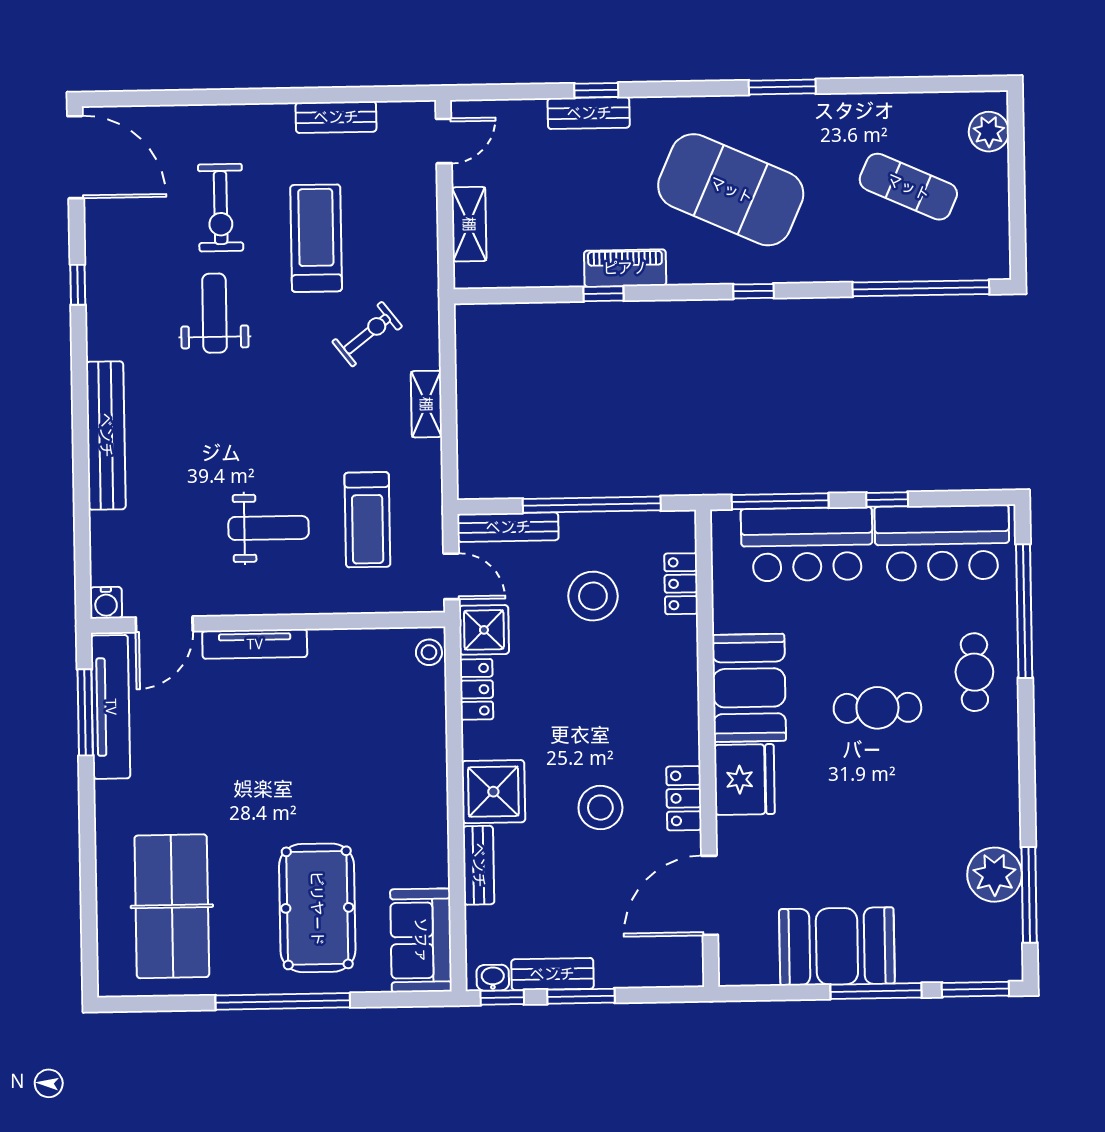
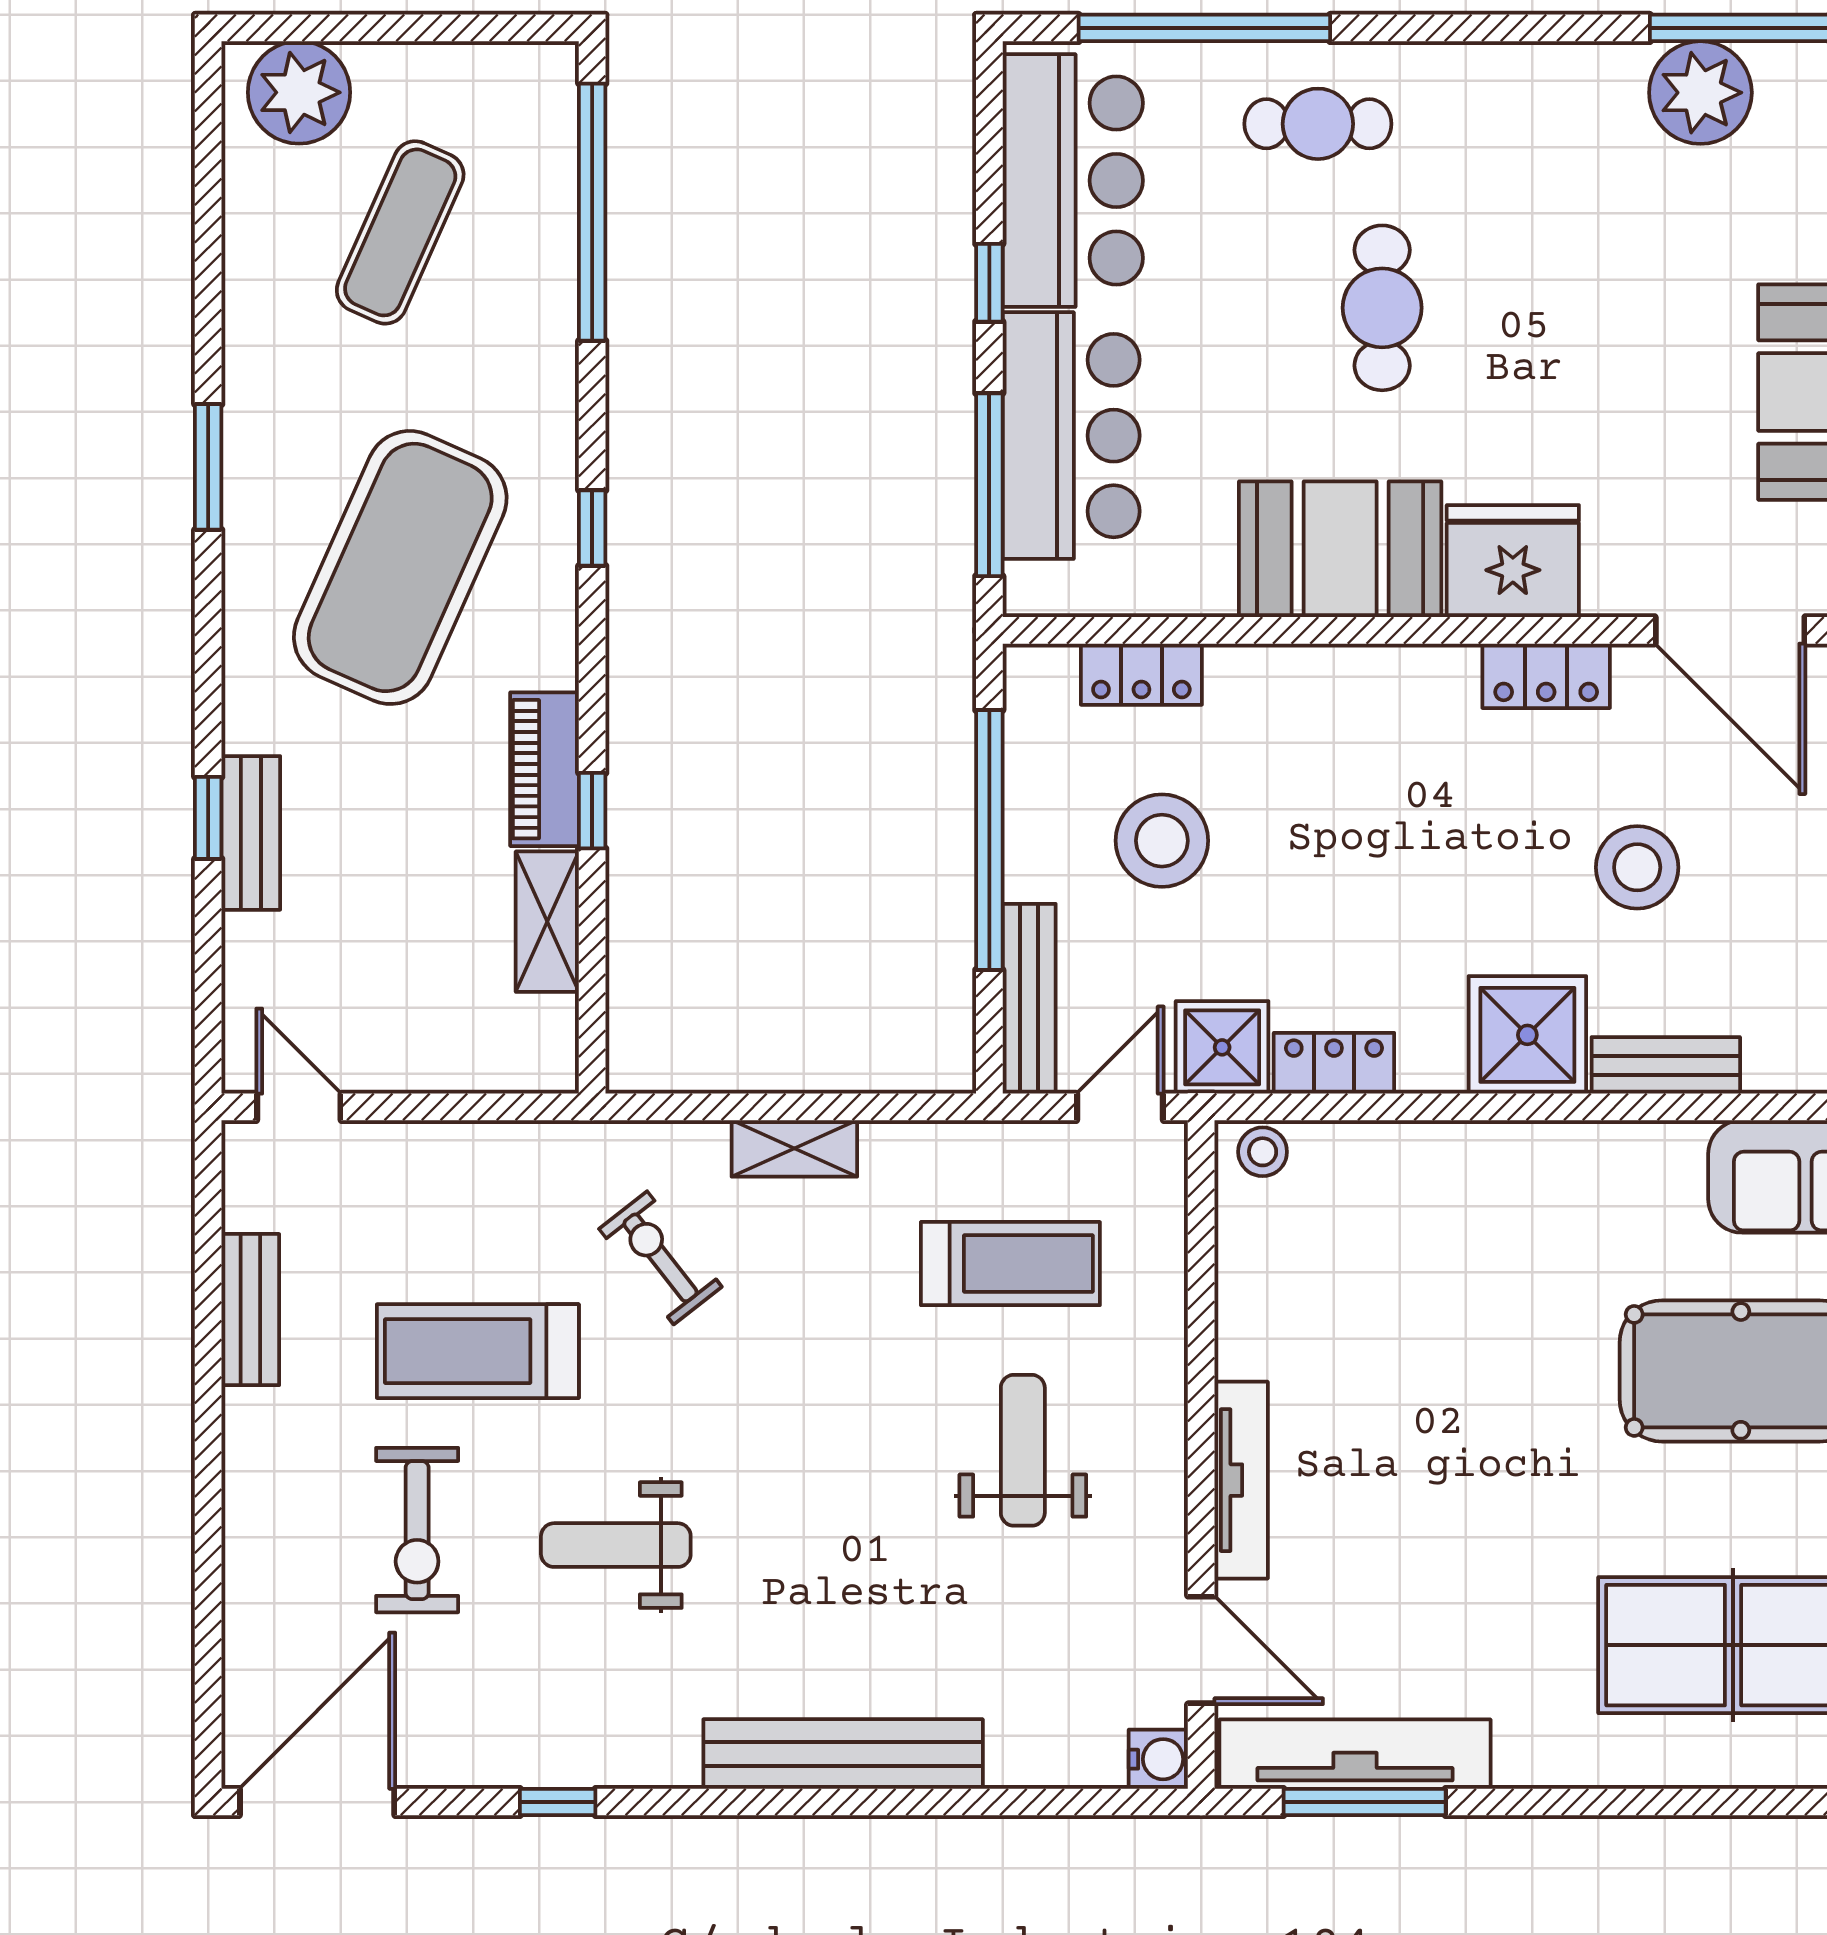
plant: (989, 132) -> (299, 92), width x1.36, depth x1.36
exercise bike: (221, 208) -> (417, 1530), turned 90
shelving: (469, 224) -> (547, 922), moved, turned 90
stool: (600, 808) -> (1637, 867), moved

